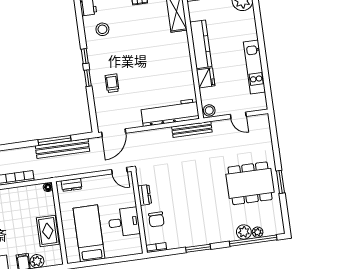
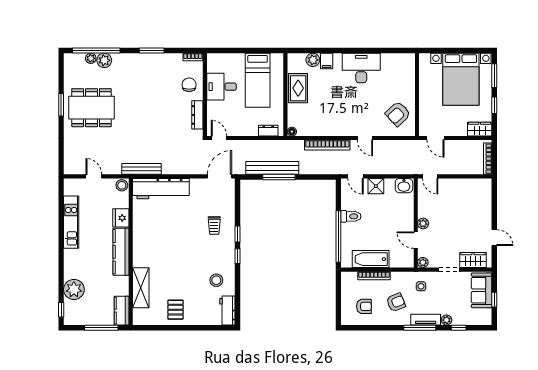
dresser: (145, 195) -> (197, 115), width x1.44

